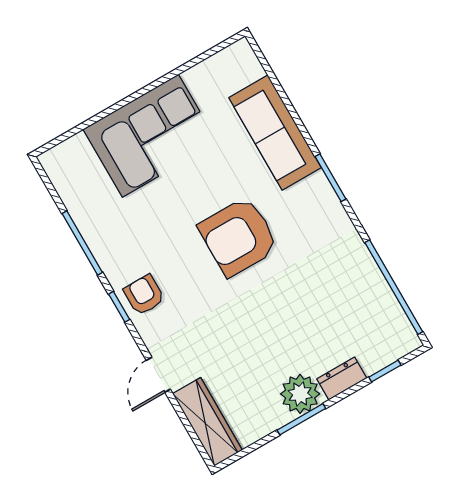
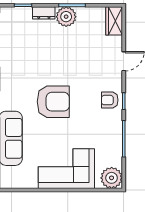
plant: (65, 164) -> (112, 178), added
armchair: (144, 295) -> (110, 100), turned 90
wardrobe: (207, 422) -> (114, 21), width x0.67

